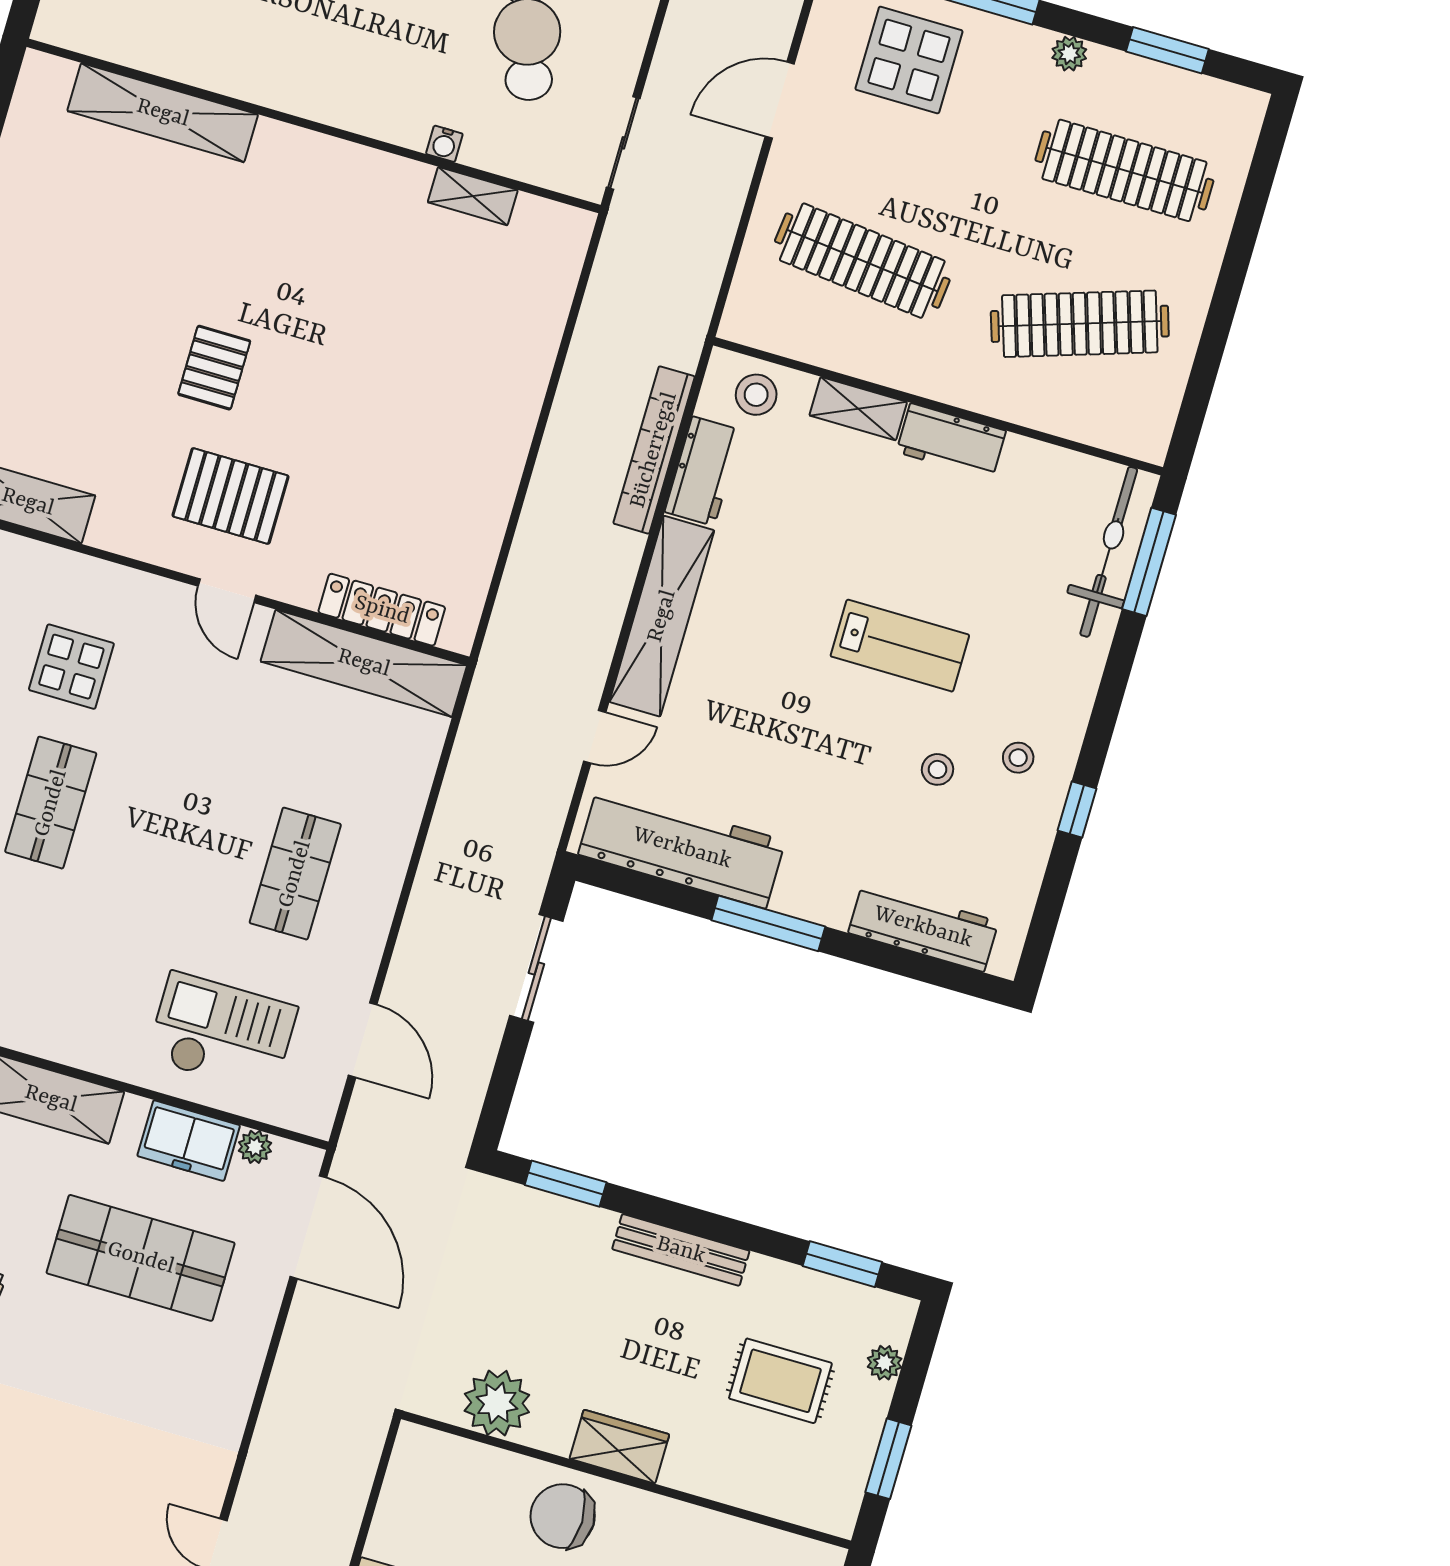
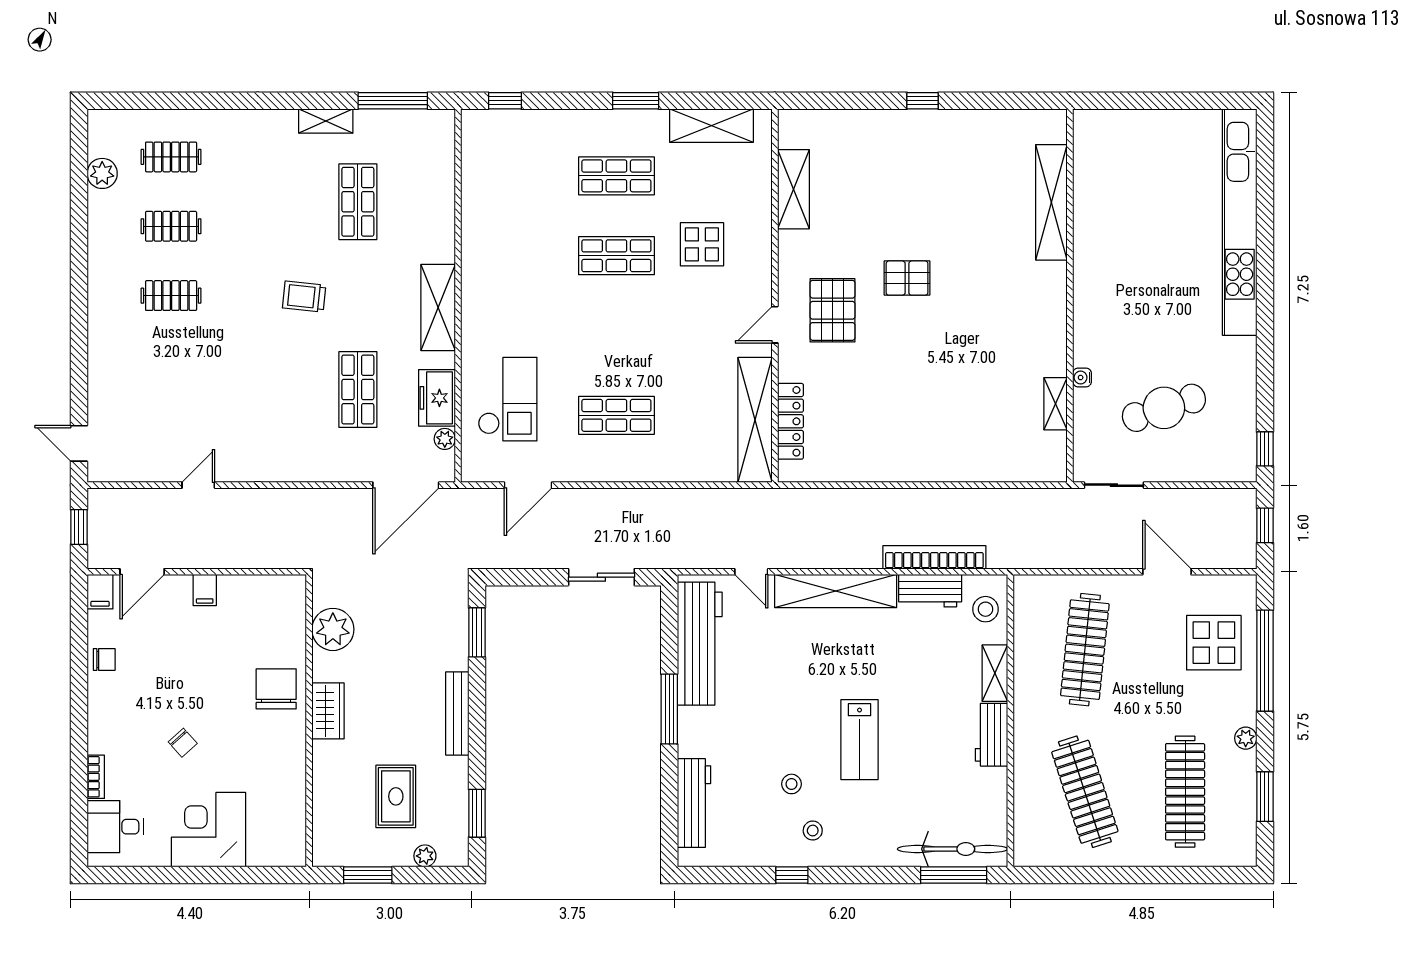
shop shelf: (141, 1258) -> (358, 389), width x0.70, depth x0.74

